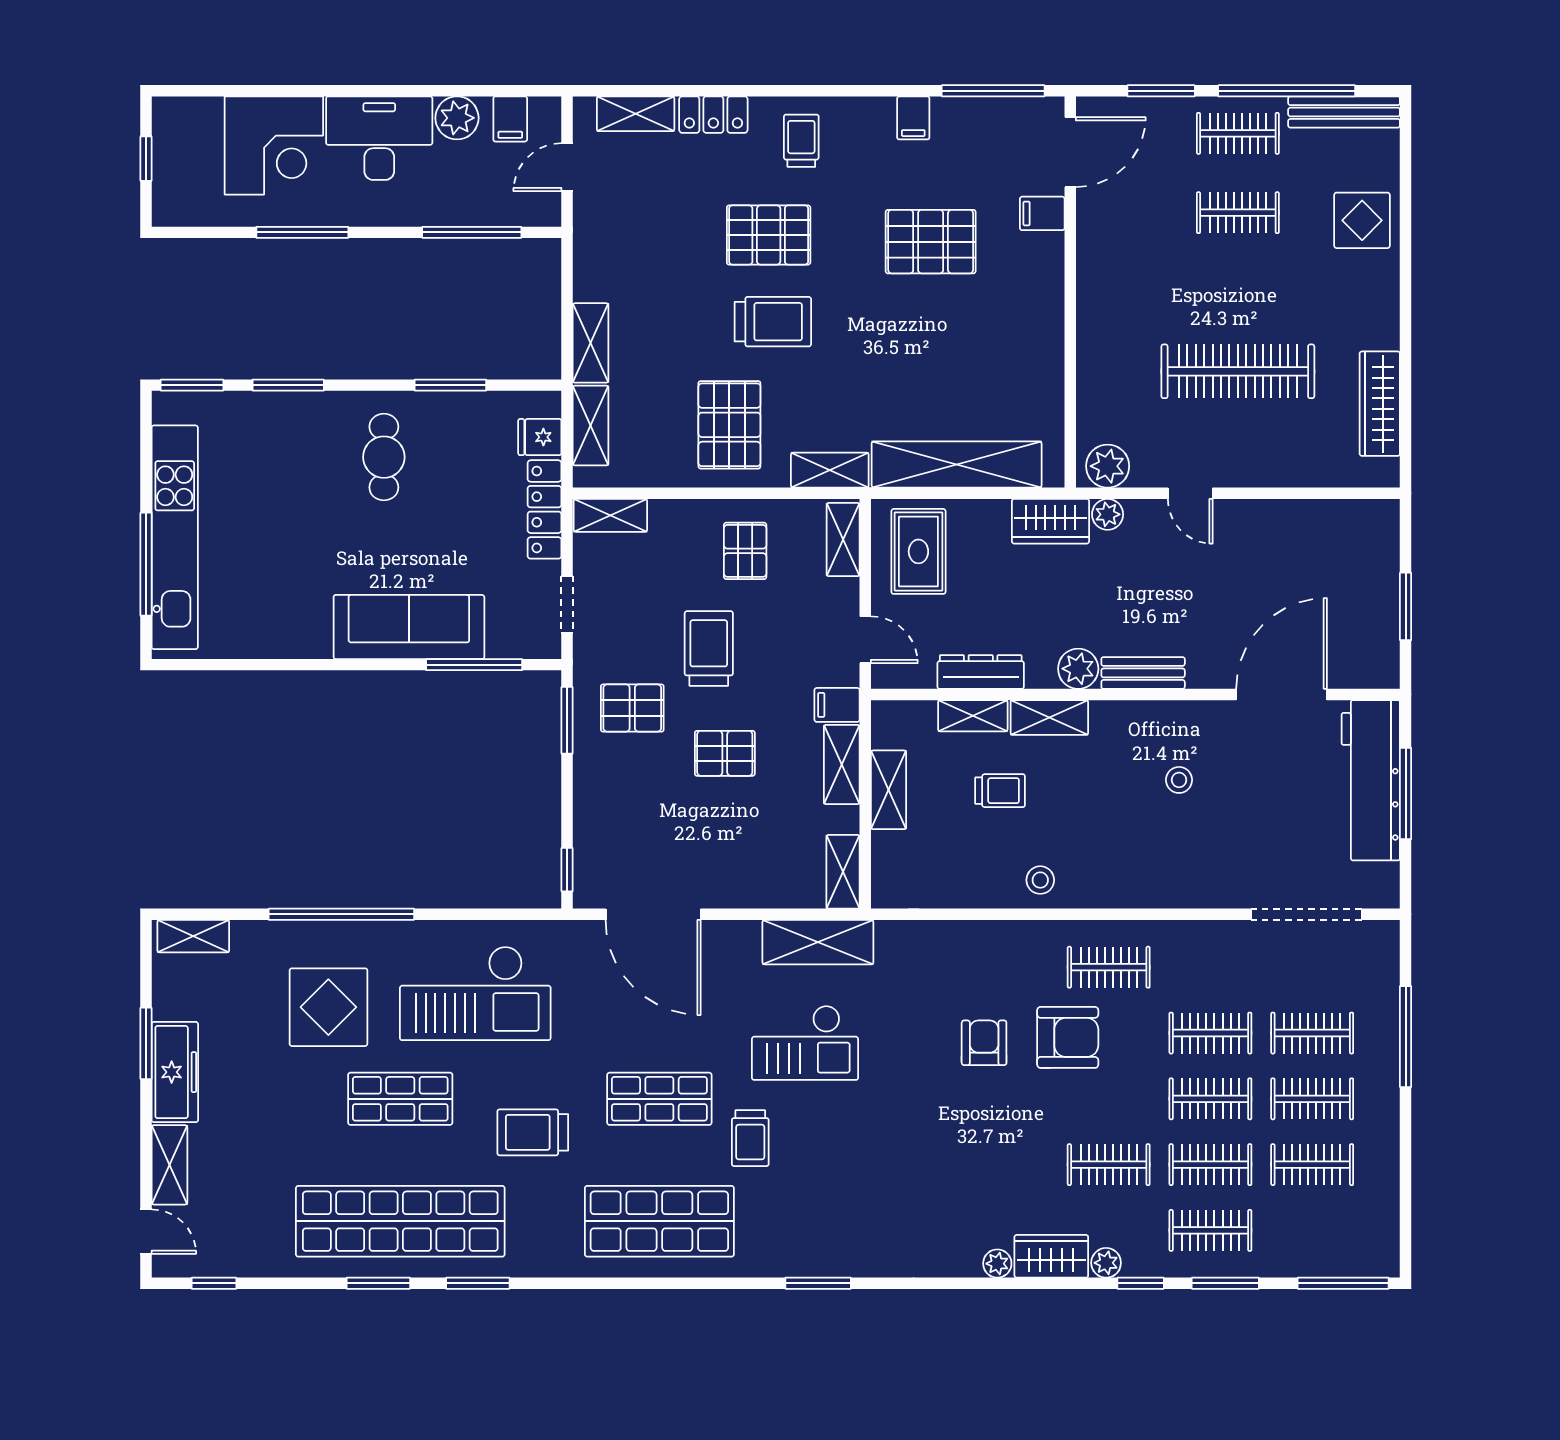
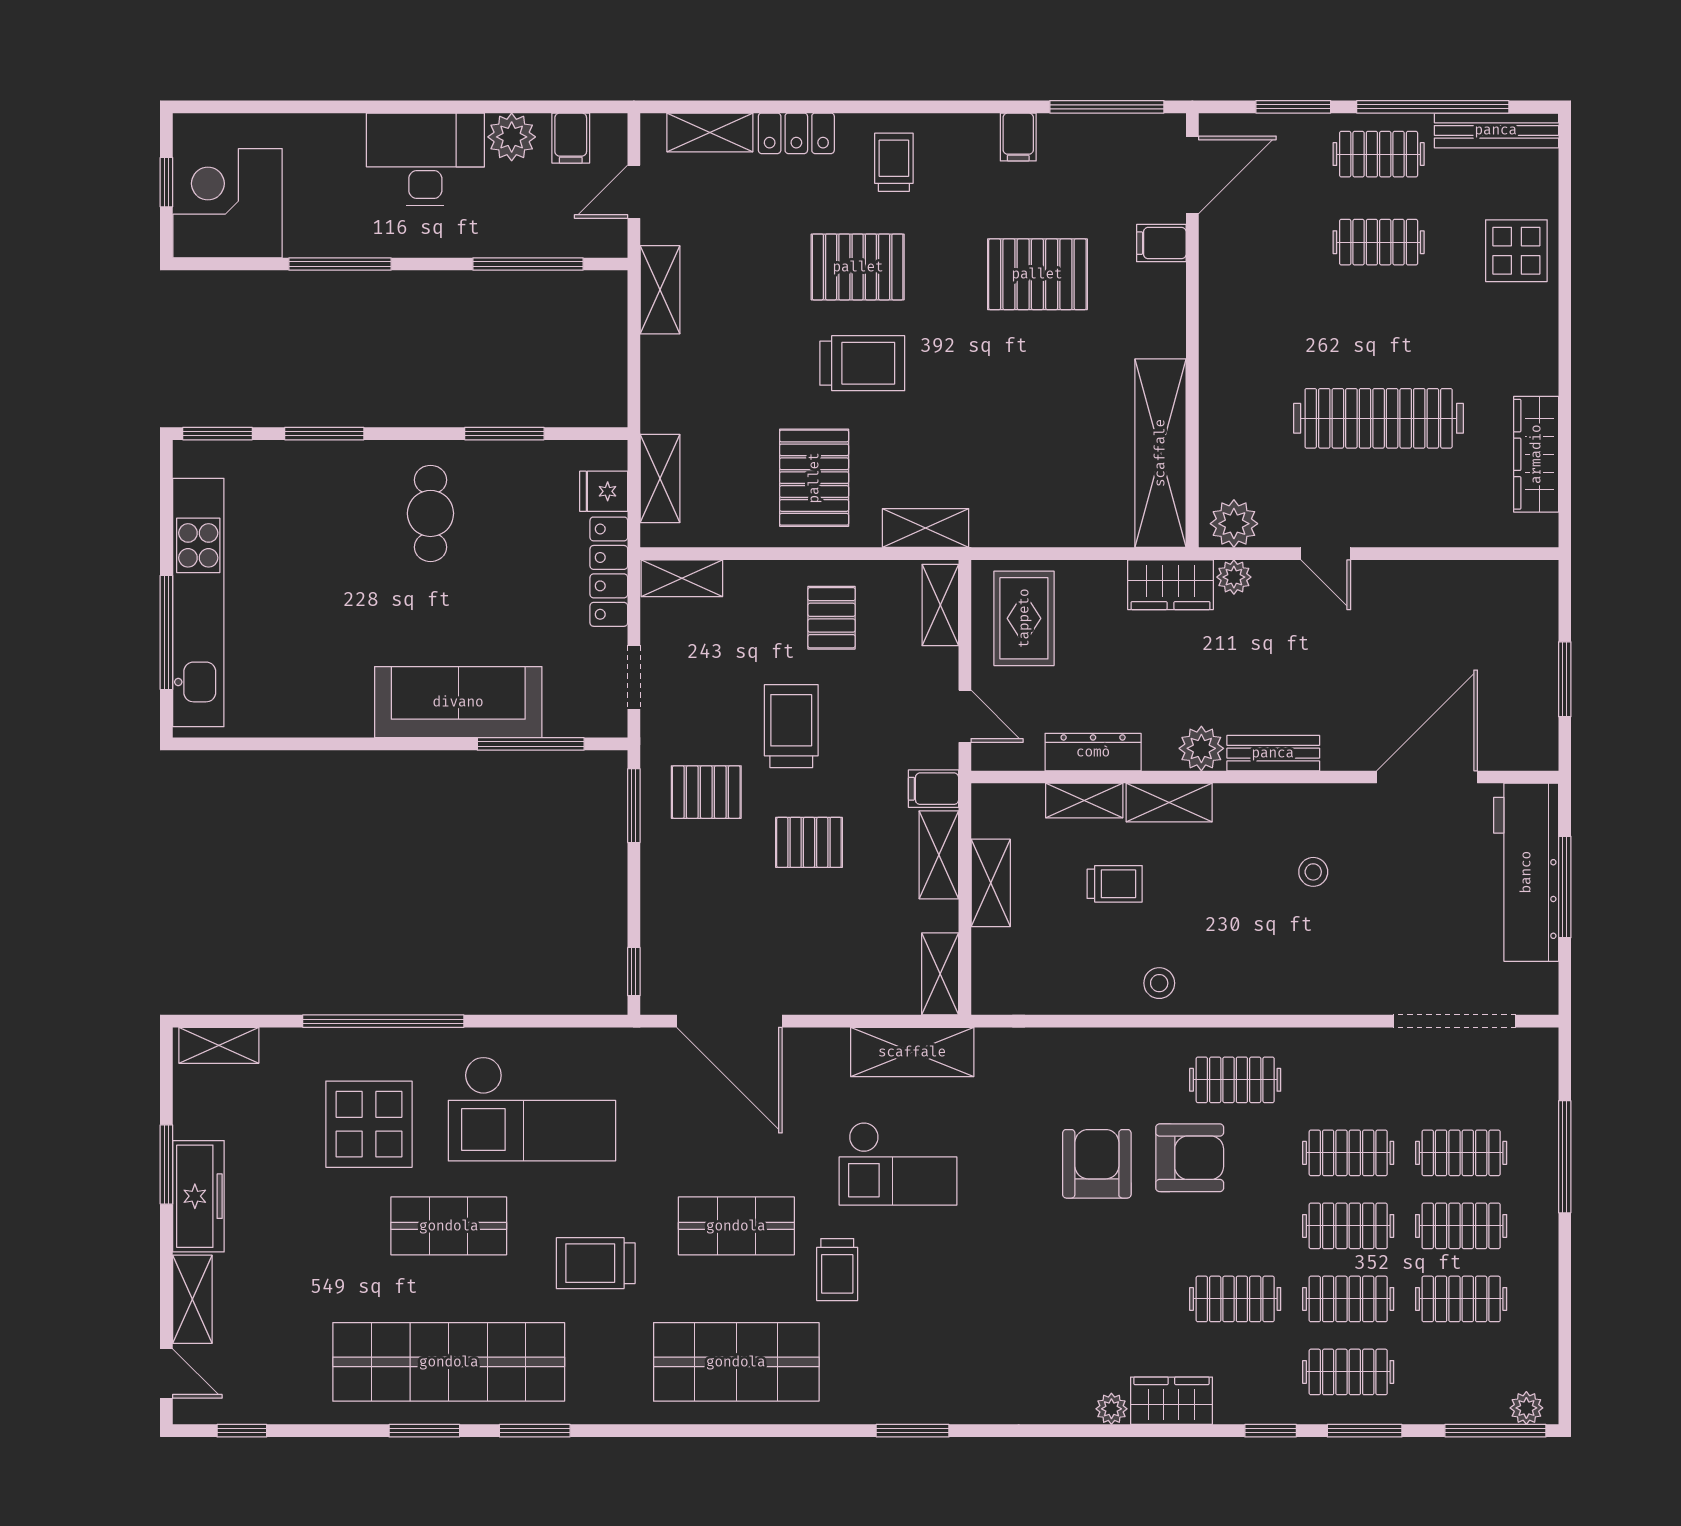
corner desk: (274, 146) -> (228, 203), moved, turned 180
shelving: (591, 343) -> (660, 290), moved
shelving: (957, 464) -> (1160, 453), moved, turned 90
armchair: (984, 1043) -> (1097, 1164), width x1.38, depth x1.38
plant: (1106, 1263) -> (1526, 1408), moved

